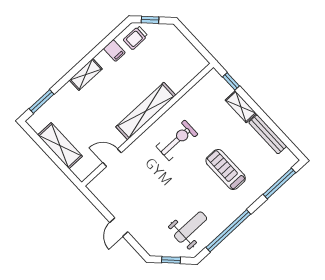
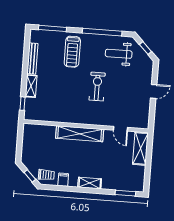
exercise bike: (177, 140) -> (97, 87), moved, turned 90
shelving: (60, 146) -> (141, 148), moved
treadmill: (226, 170) -> (72, 52), moved

